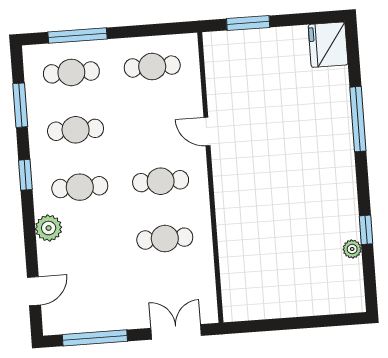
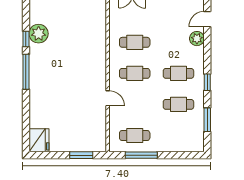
window: (77, 36) -> (141, 155), moved
cafe table: (71, 72) -> (178, 135), removed
window: (358, 119) -> (26, 72), moved
plant: (49, 228) -> (197, 39), moved
plant: (352, 249) -> (39, 34), width x1.87, depth x1.87

